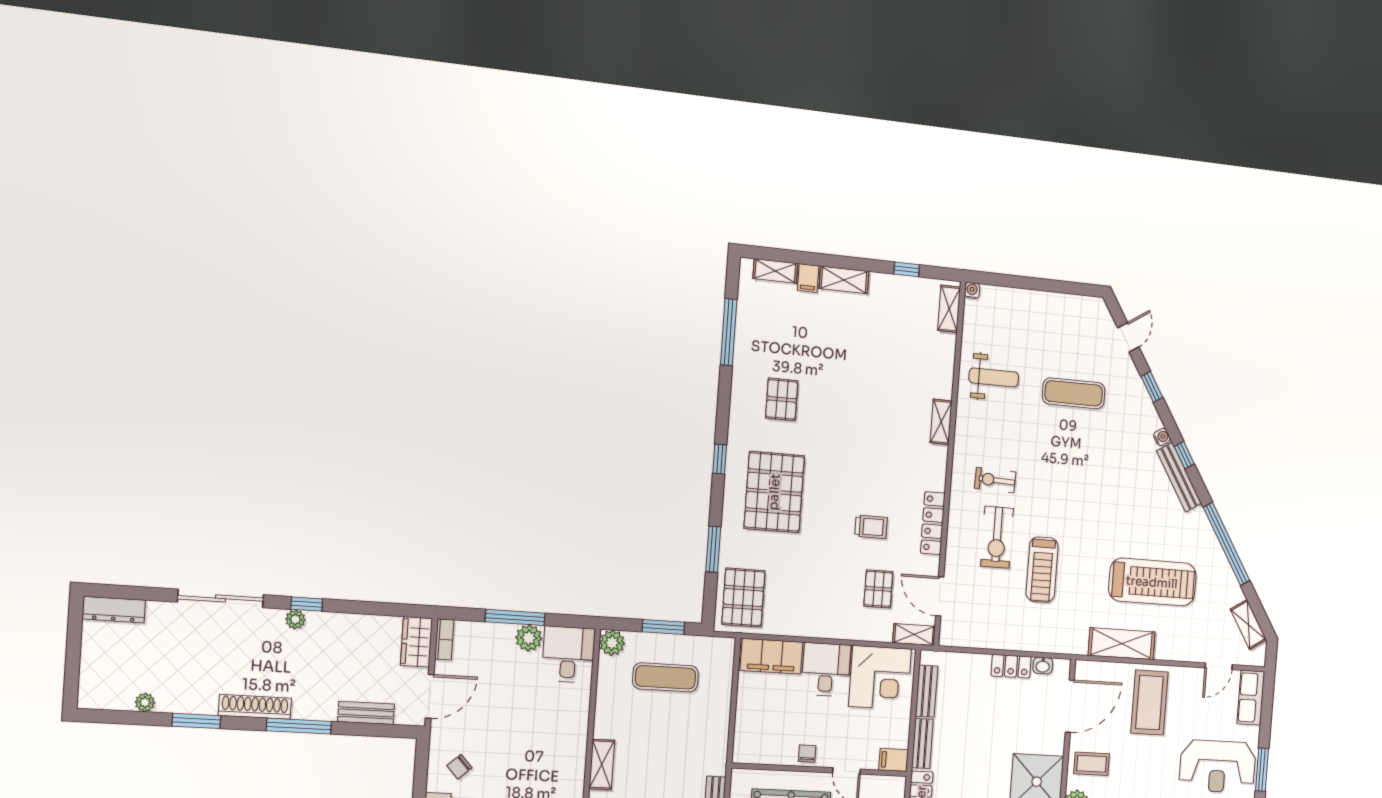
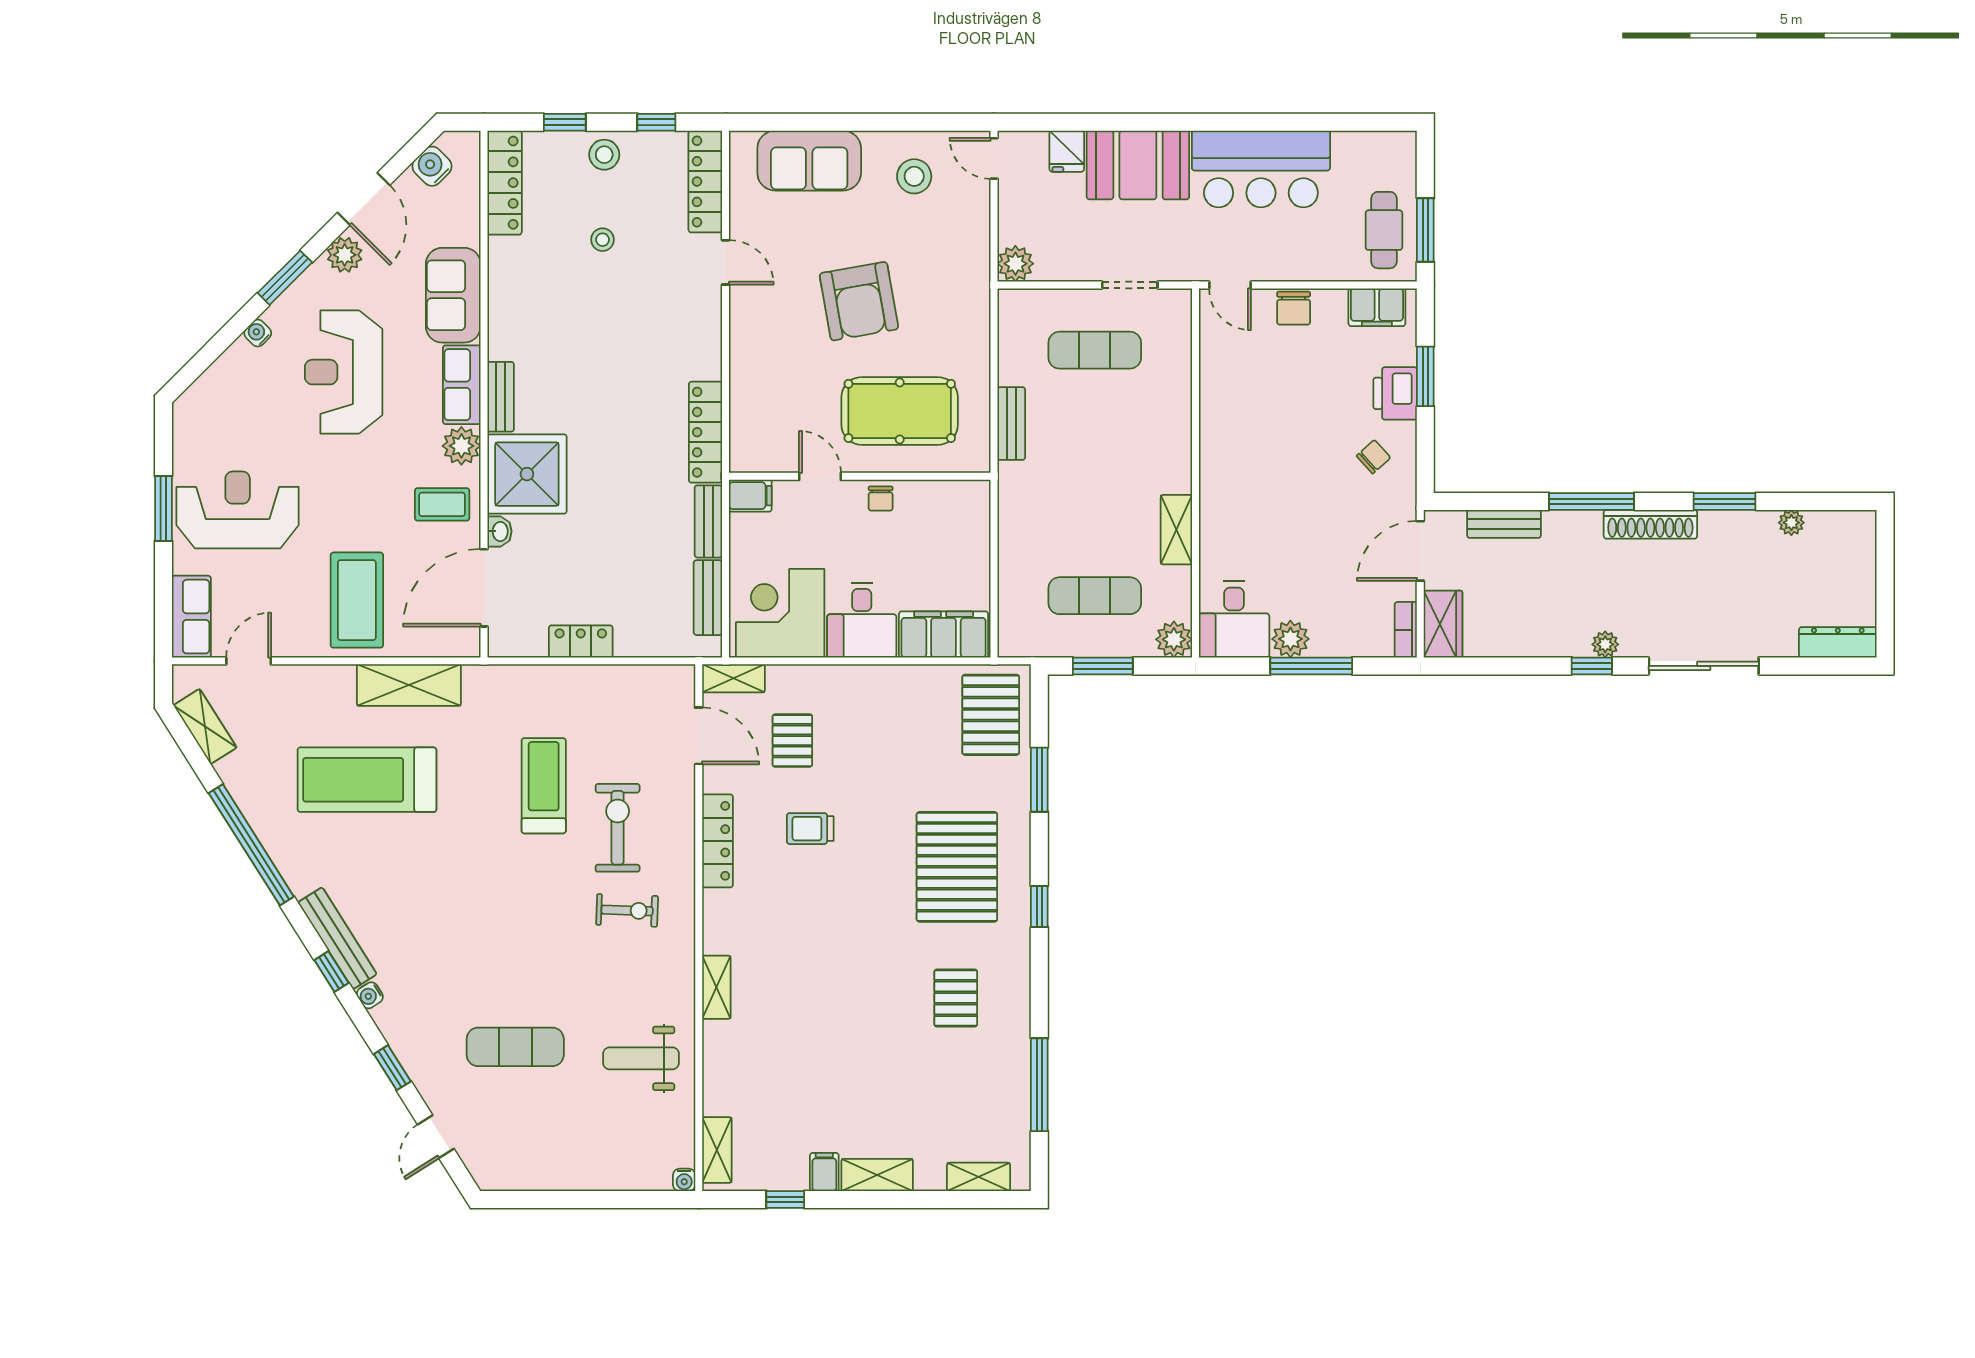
filing cabinet: (808, 278) -> (824, 1172), moved
washbasin: (1043, 666) -> (499, 531), moved, turned 90
shelving: (602, 764) -> (1176, 530), moved

